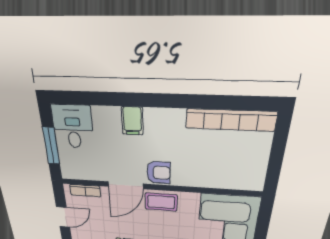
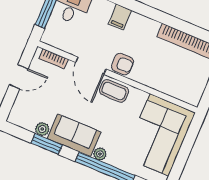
door: (126, 185) -> (91, 66), hinge flipped

